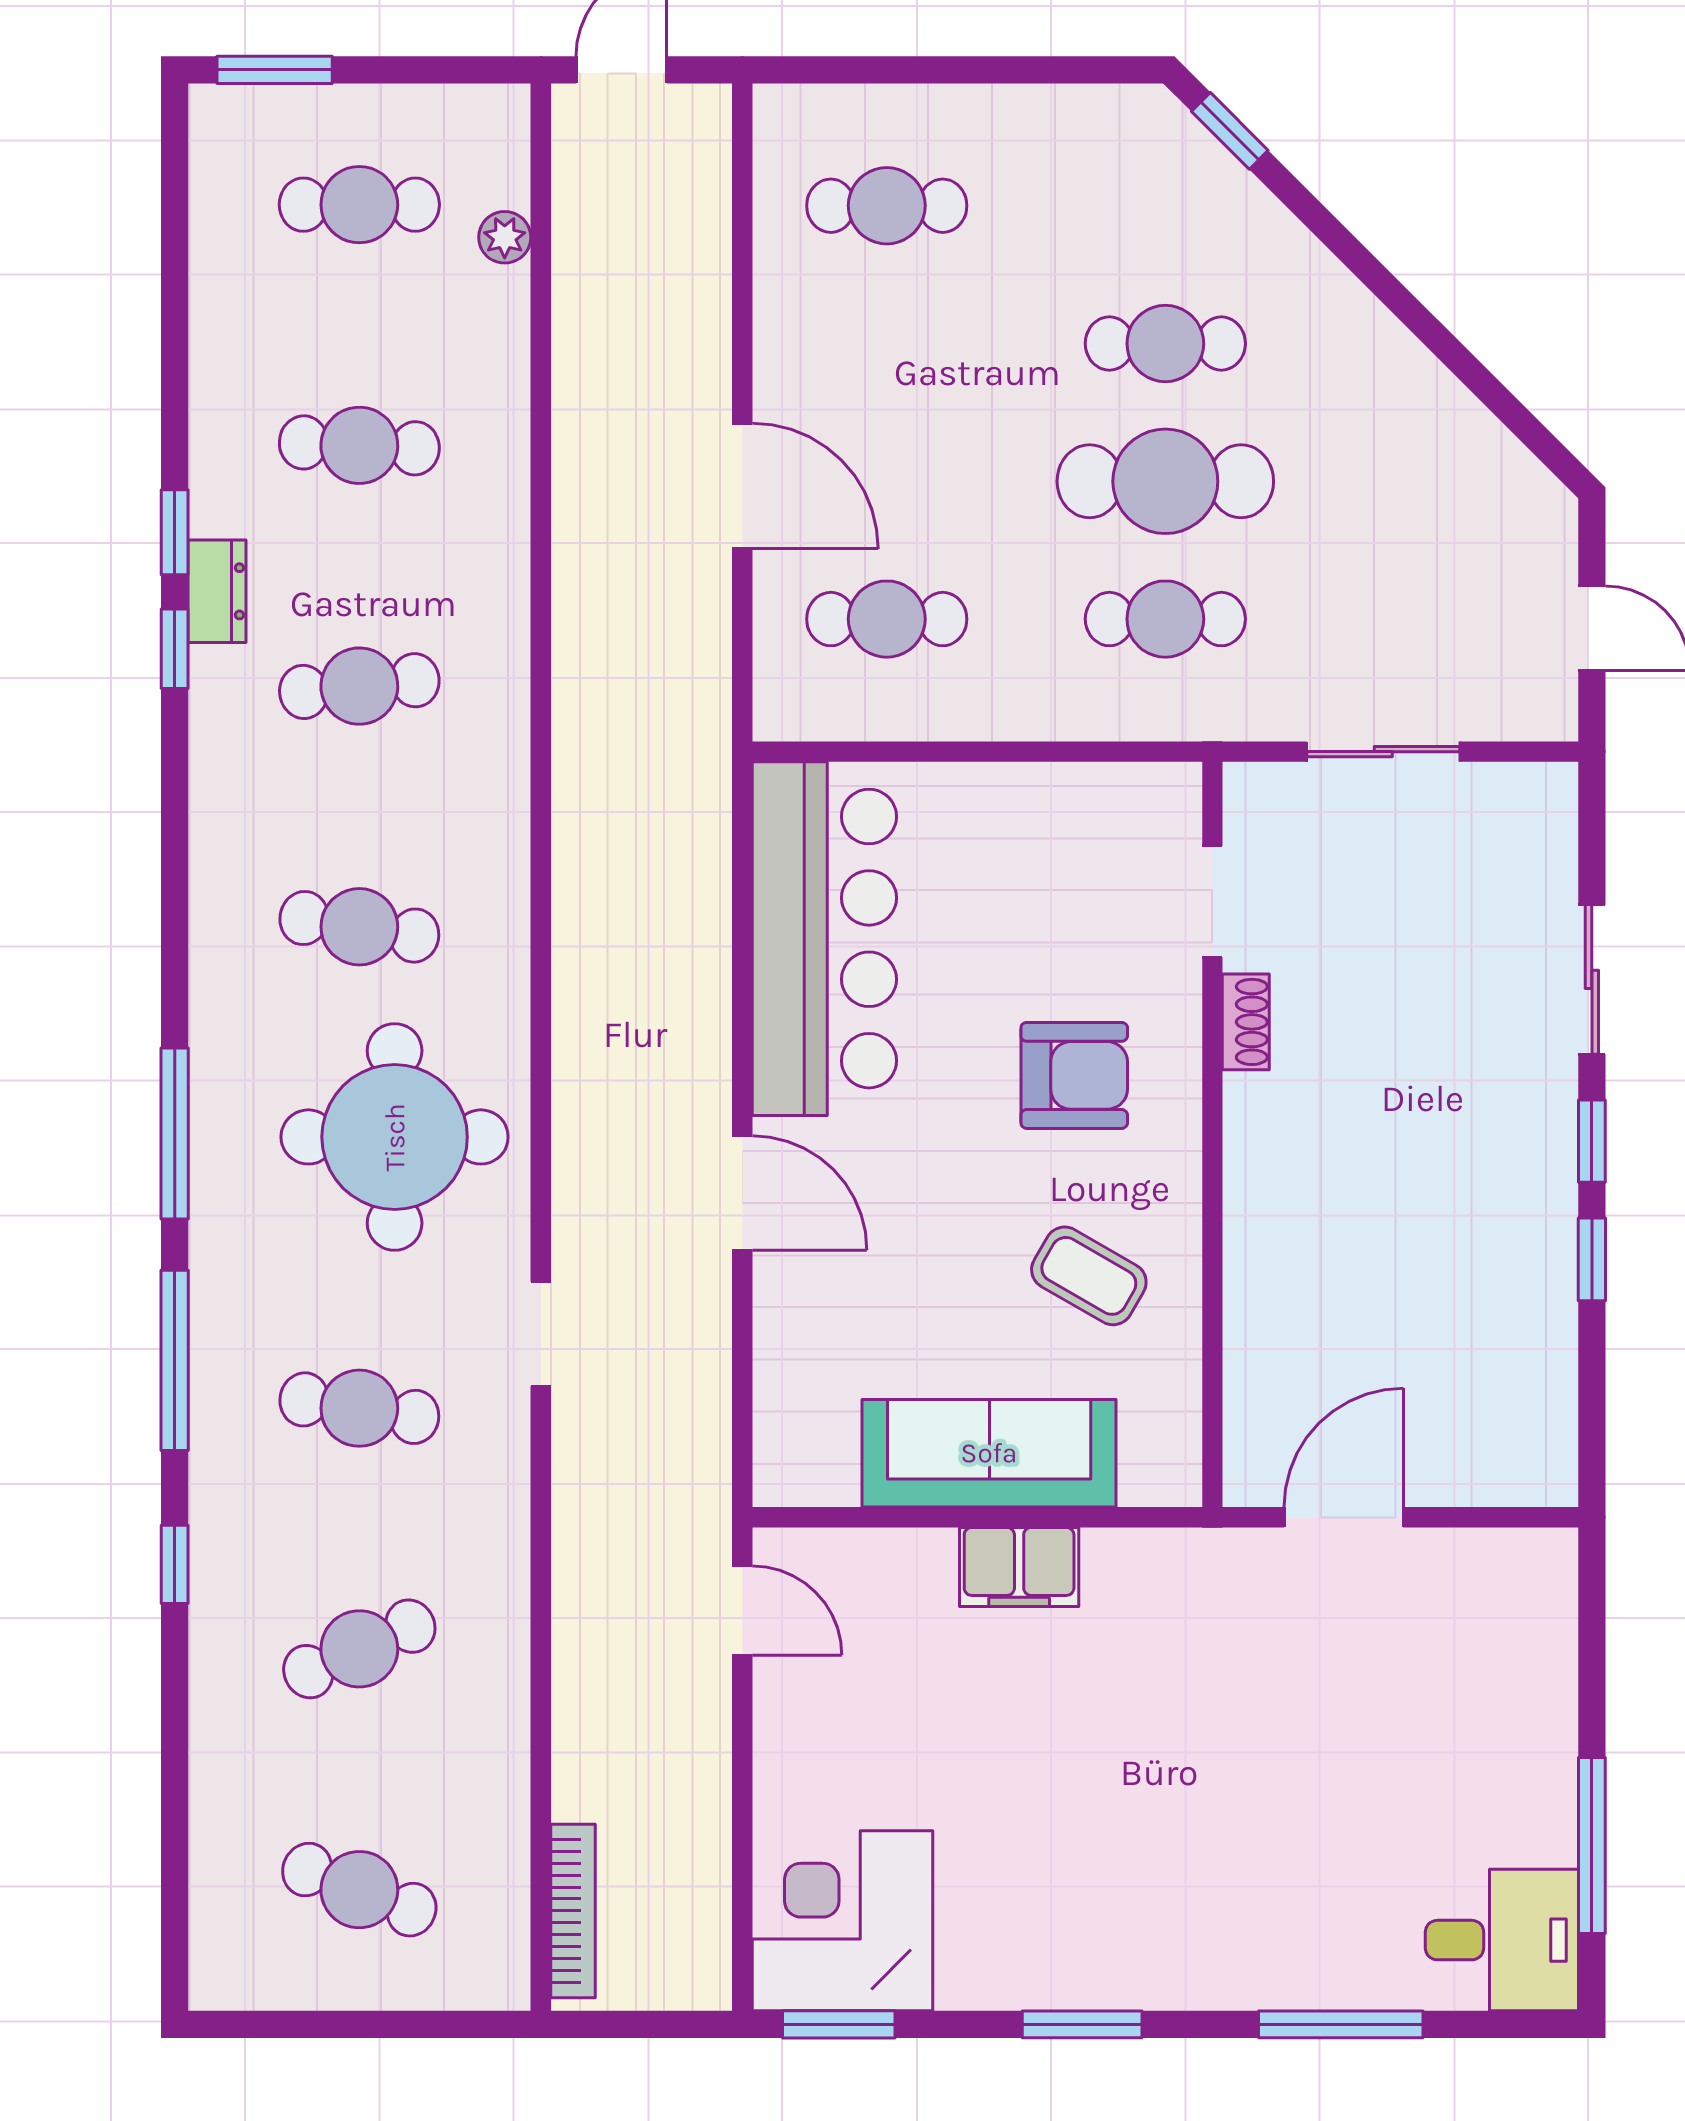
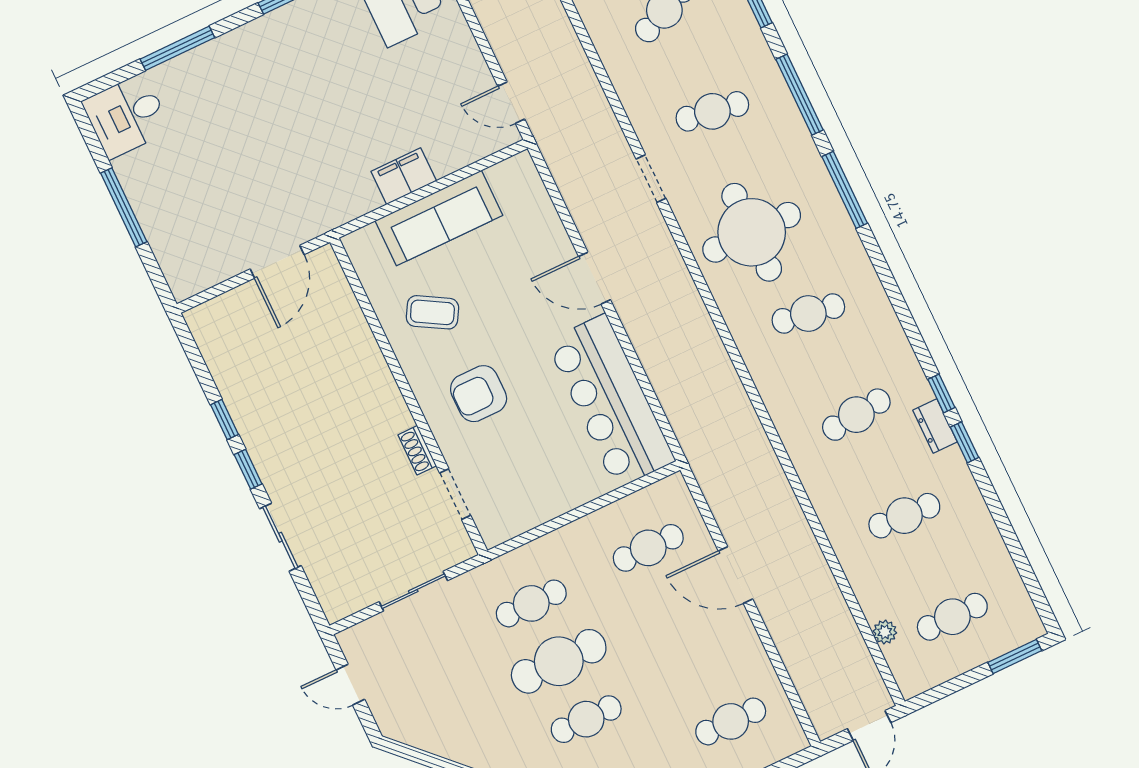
window: (1592, 1846) -> (124, 207), moved

